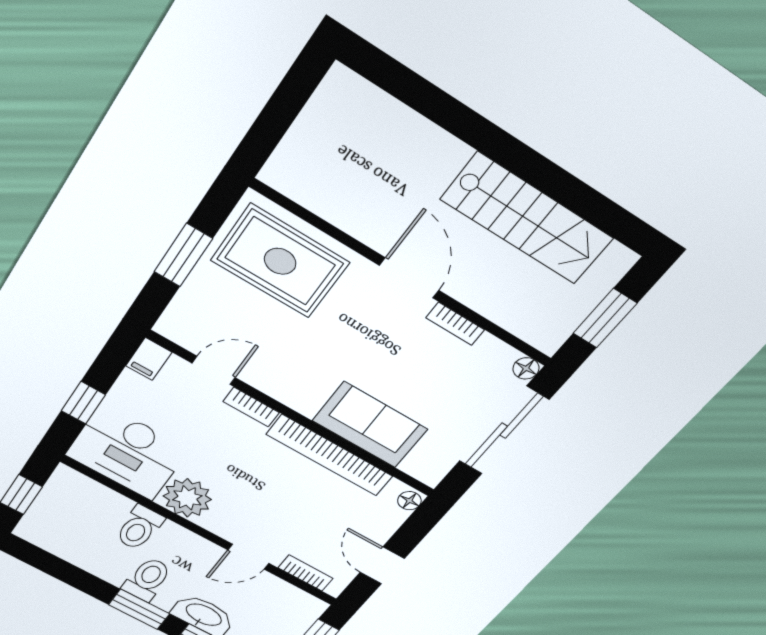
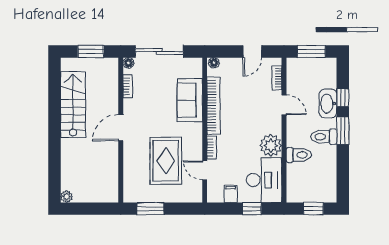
plant: (340, 81) -> (67, 197), added
window: (183, 255) -> (150, 209), moved
rug: (280, 261) -> (166, 161), moved
bookcase: (455, 324) -> (128, 86), moved
filing cabinet: (149, 359) -> (231, 194), moved, turned -90

